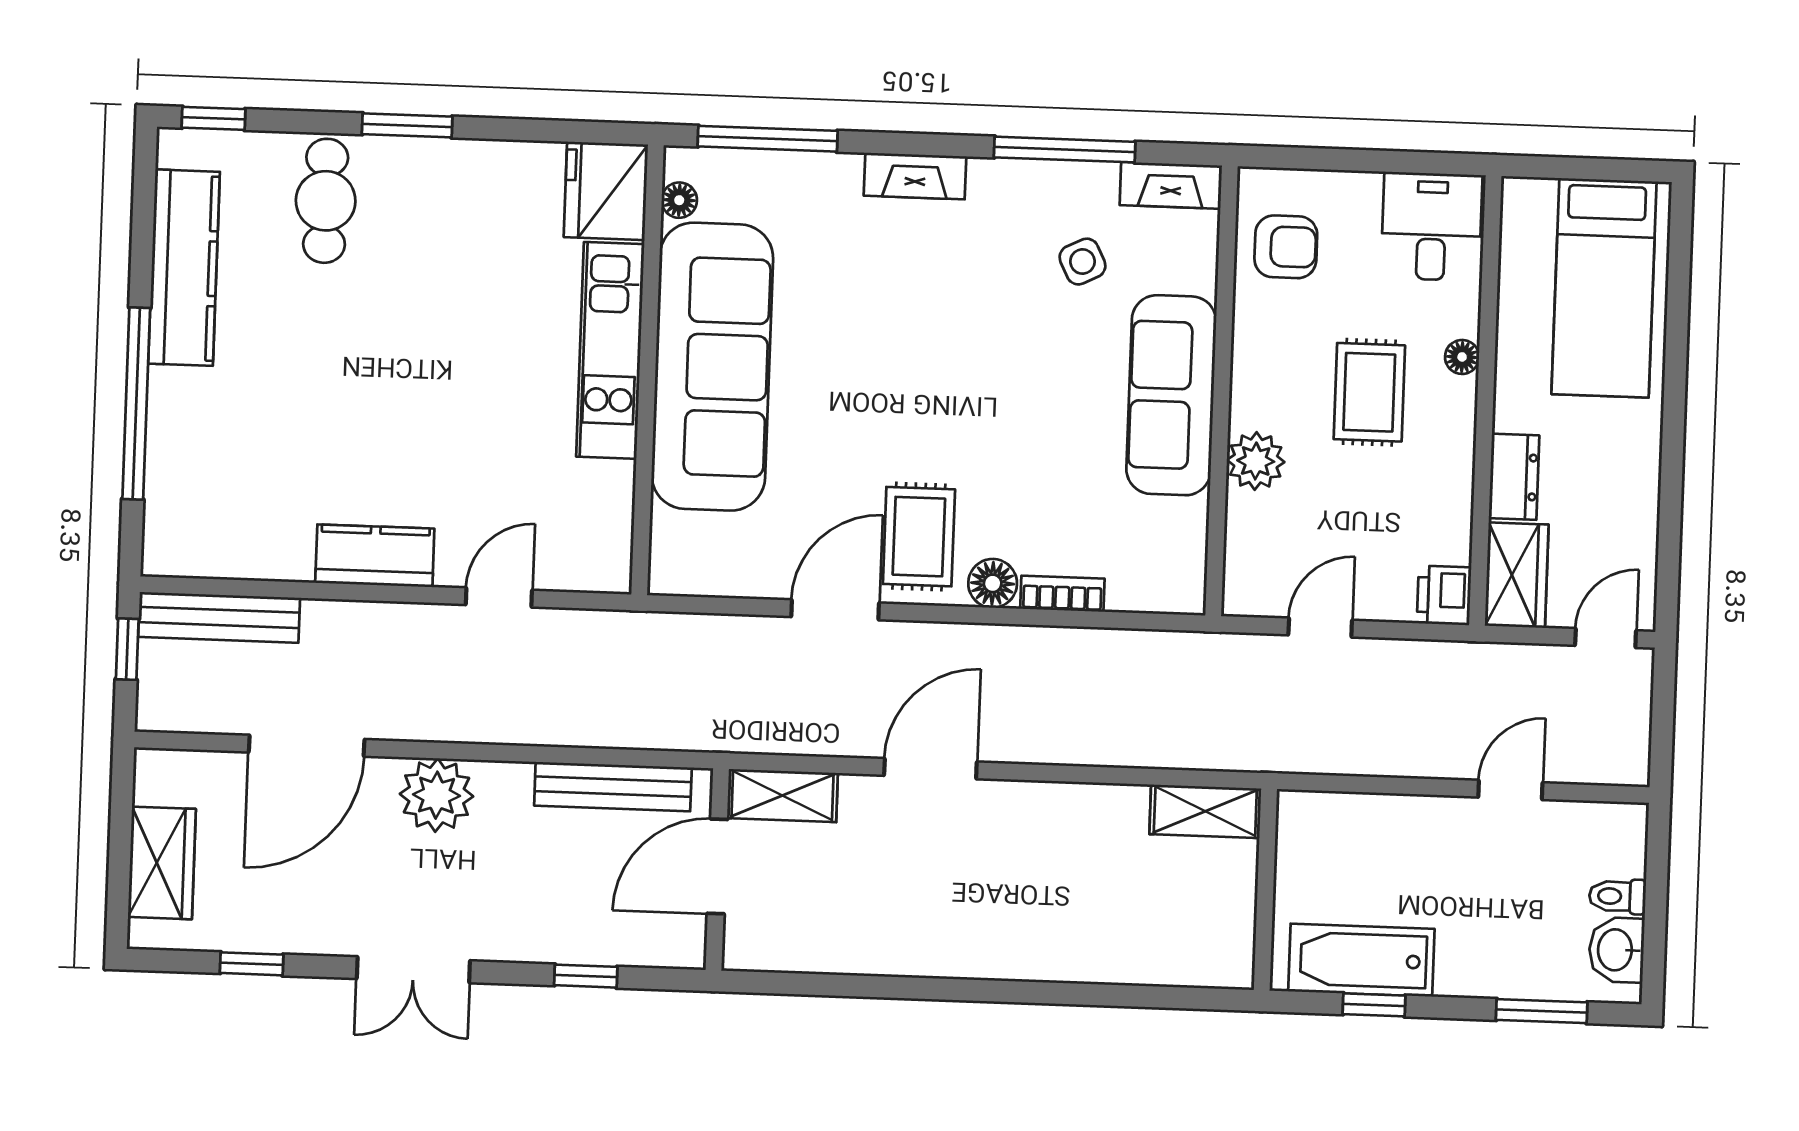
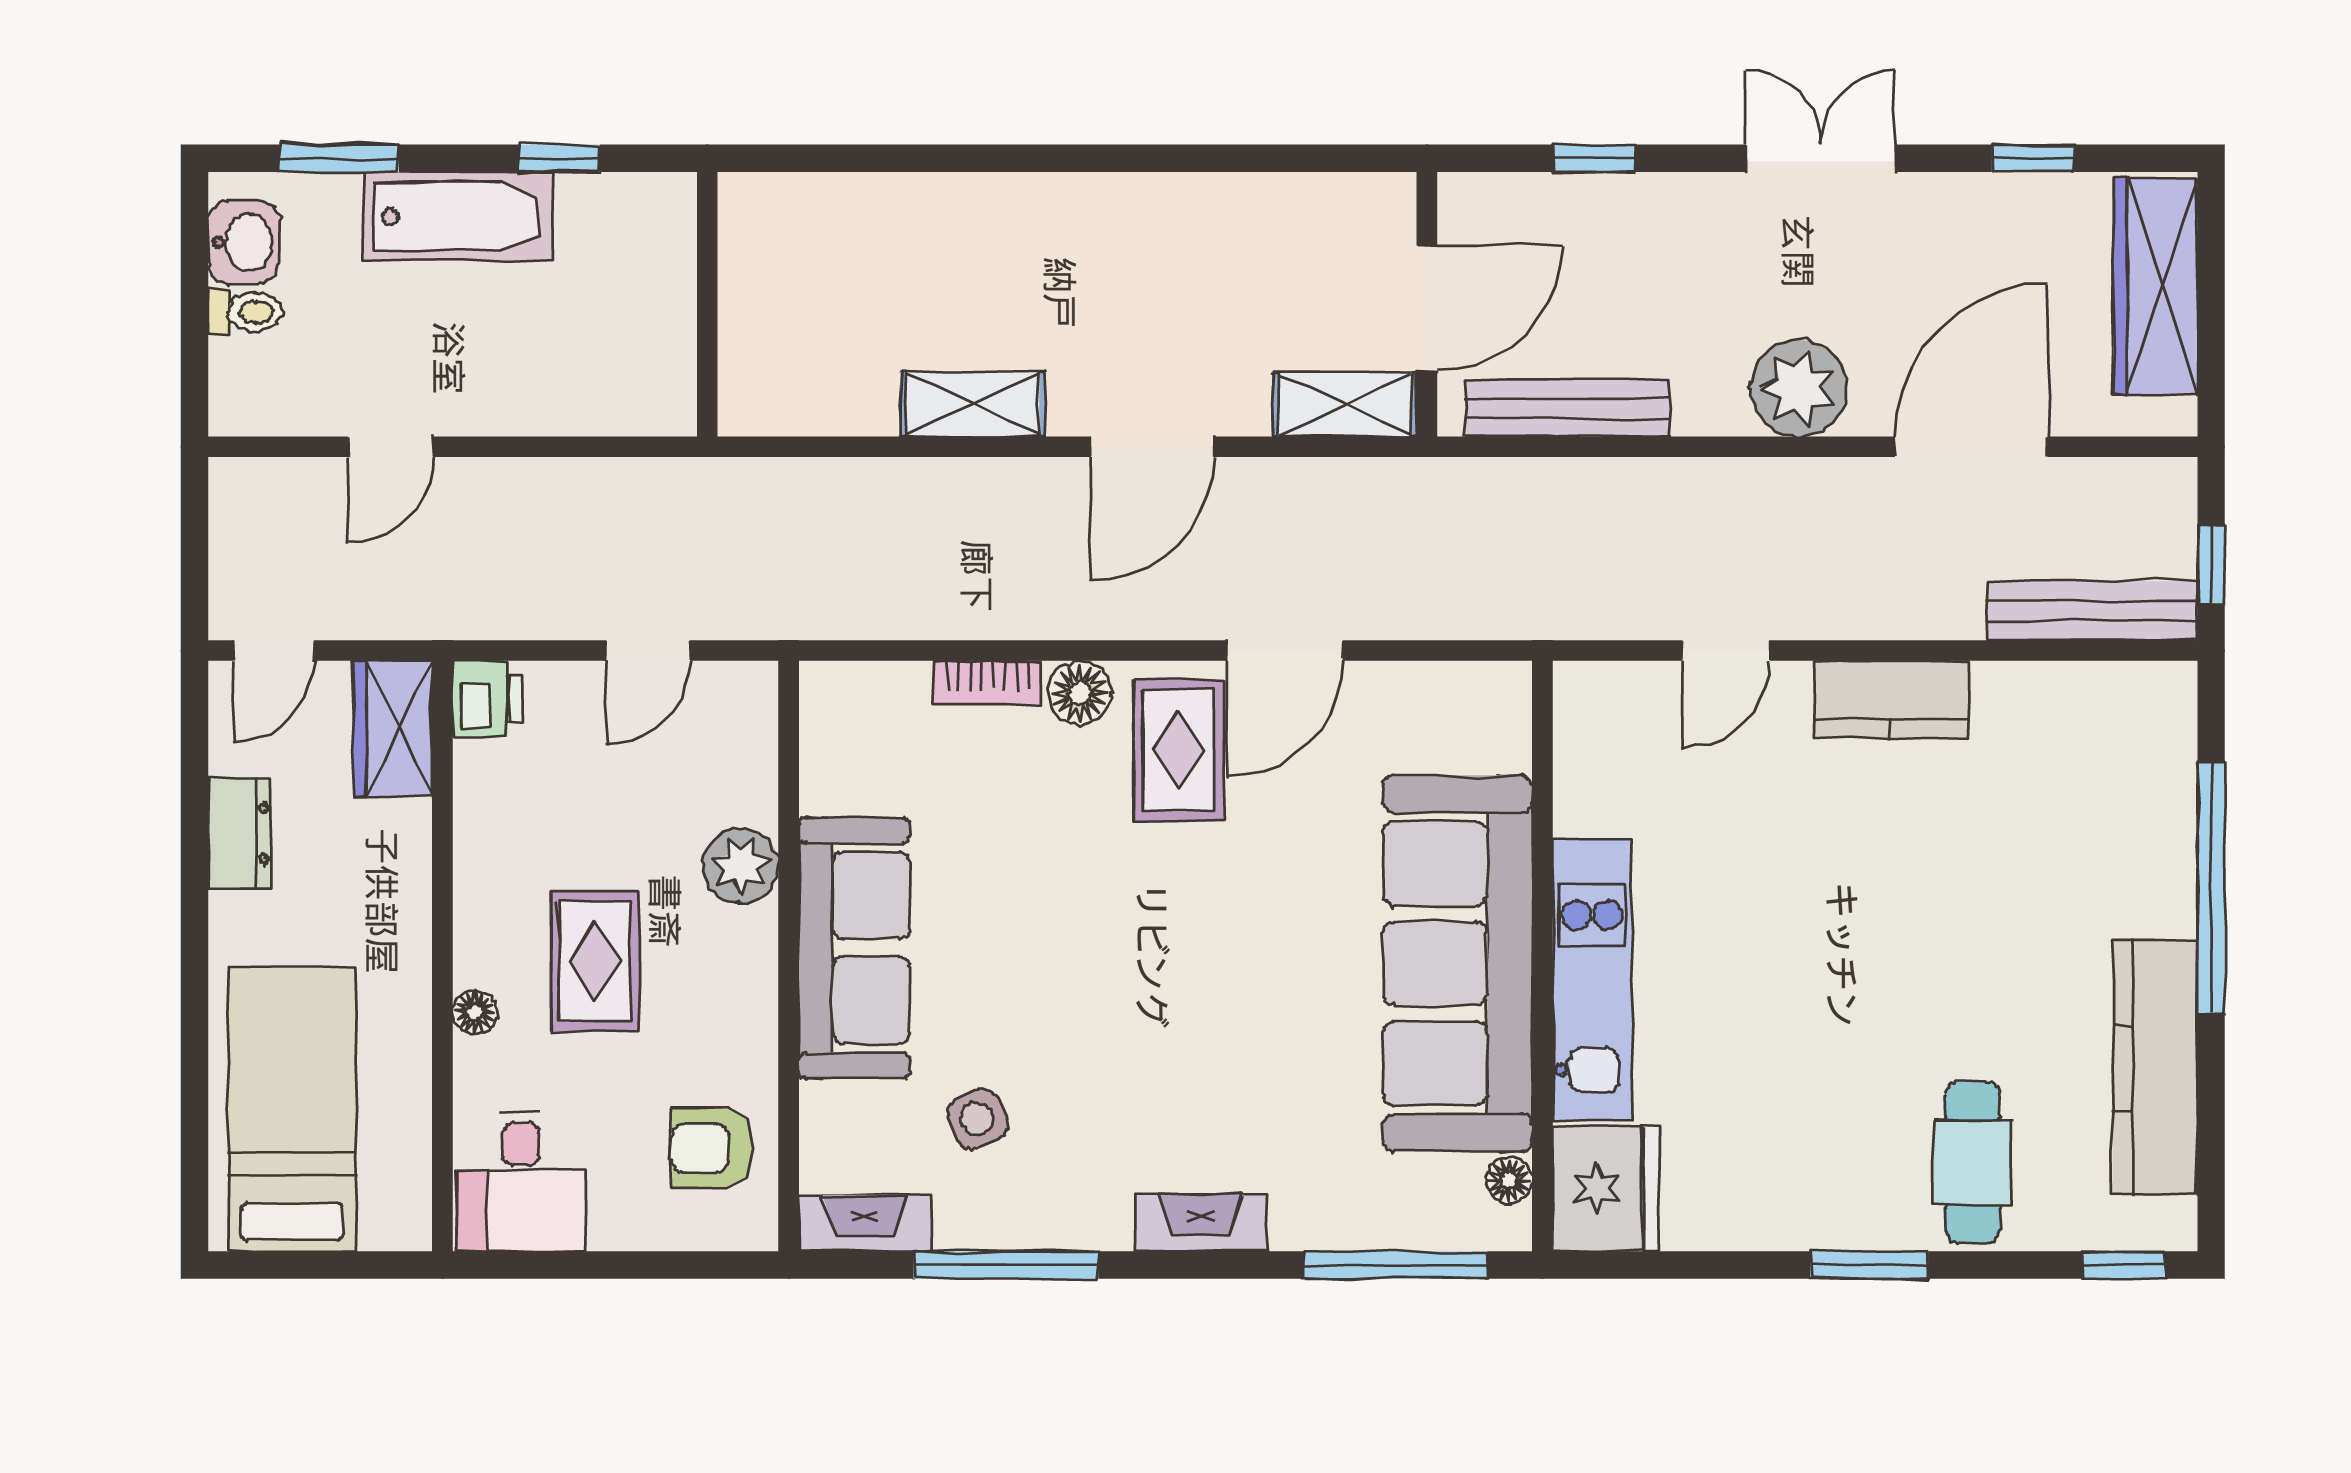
dresser: (1514, 477) -> (239, 833), moved, turned 180
shelving: (1205, 811) -> (973, 404), moved
wardrobe: (162, 863) -> (2155, 286), width x1.50
bathtub: (1361, 960) -> (459, 216), moved

